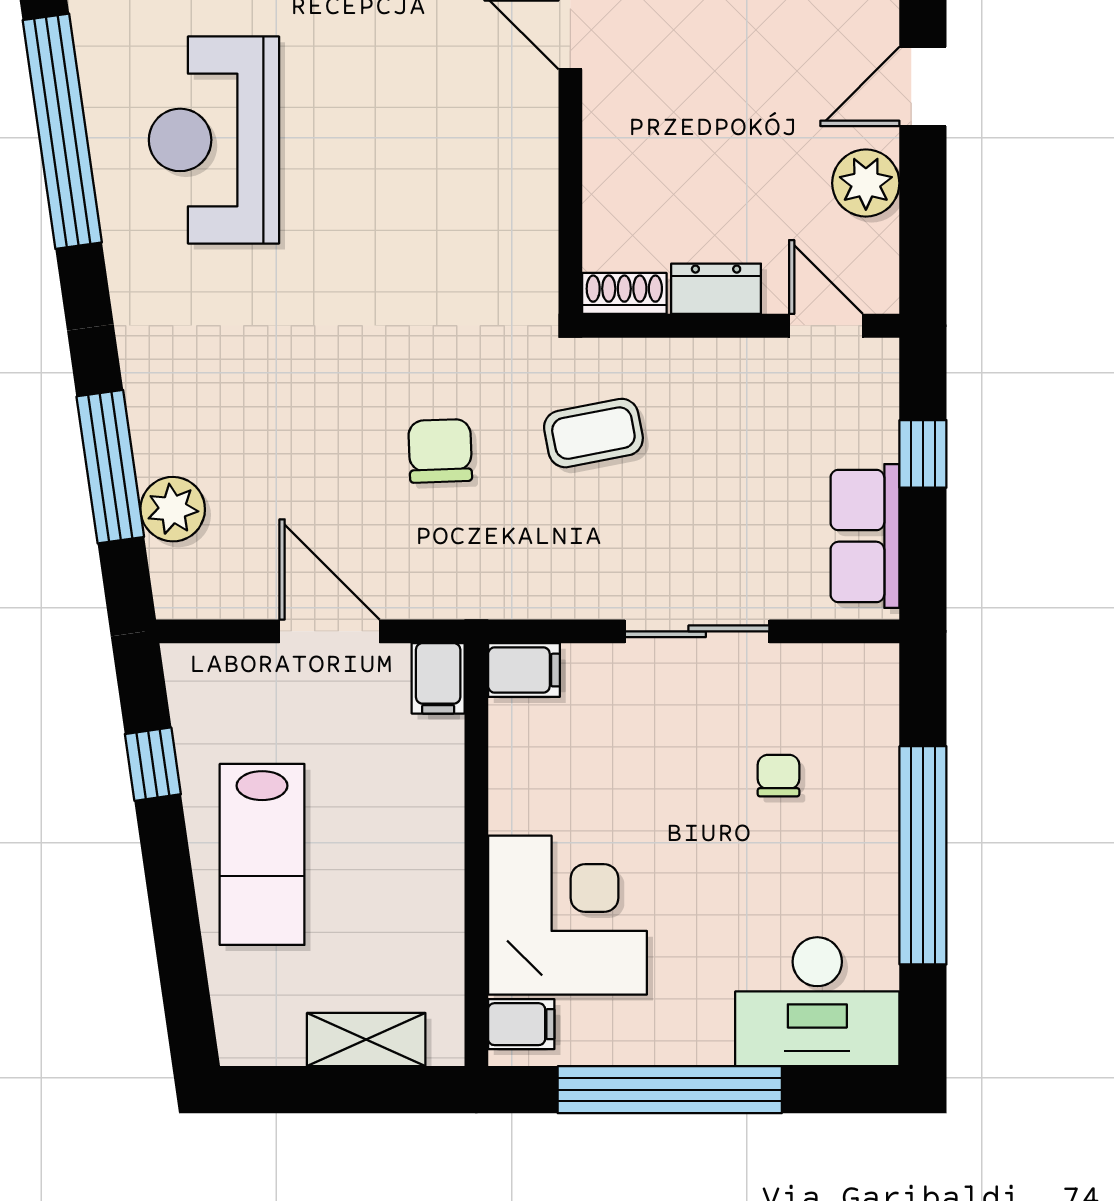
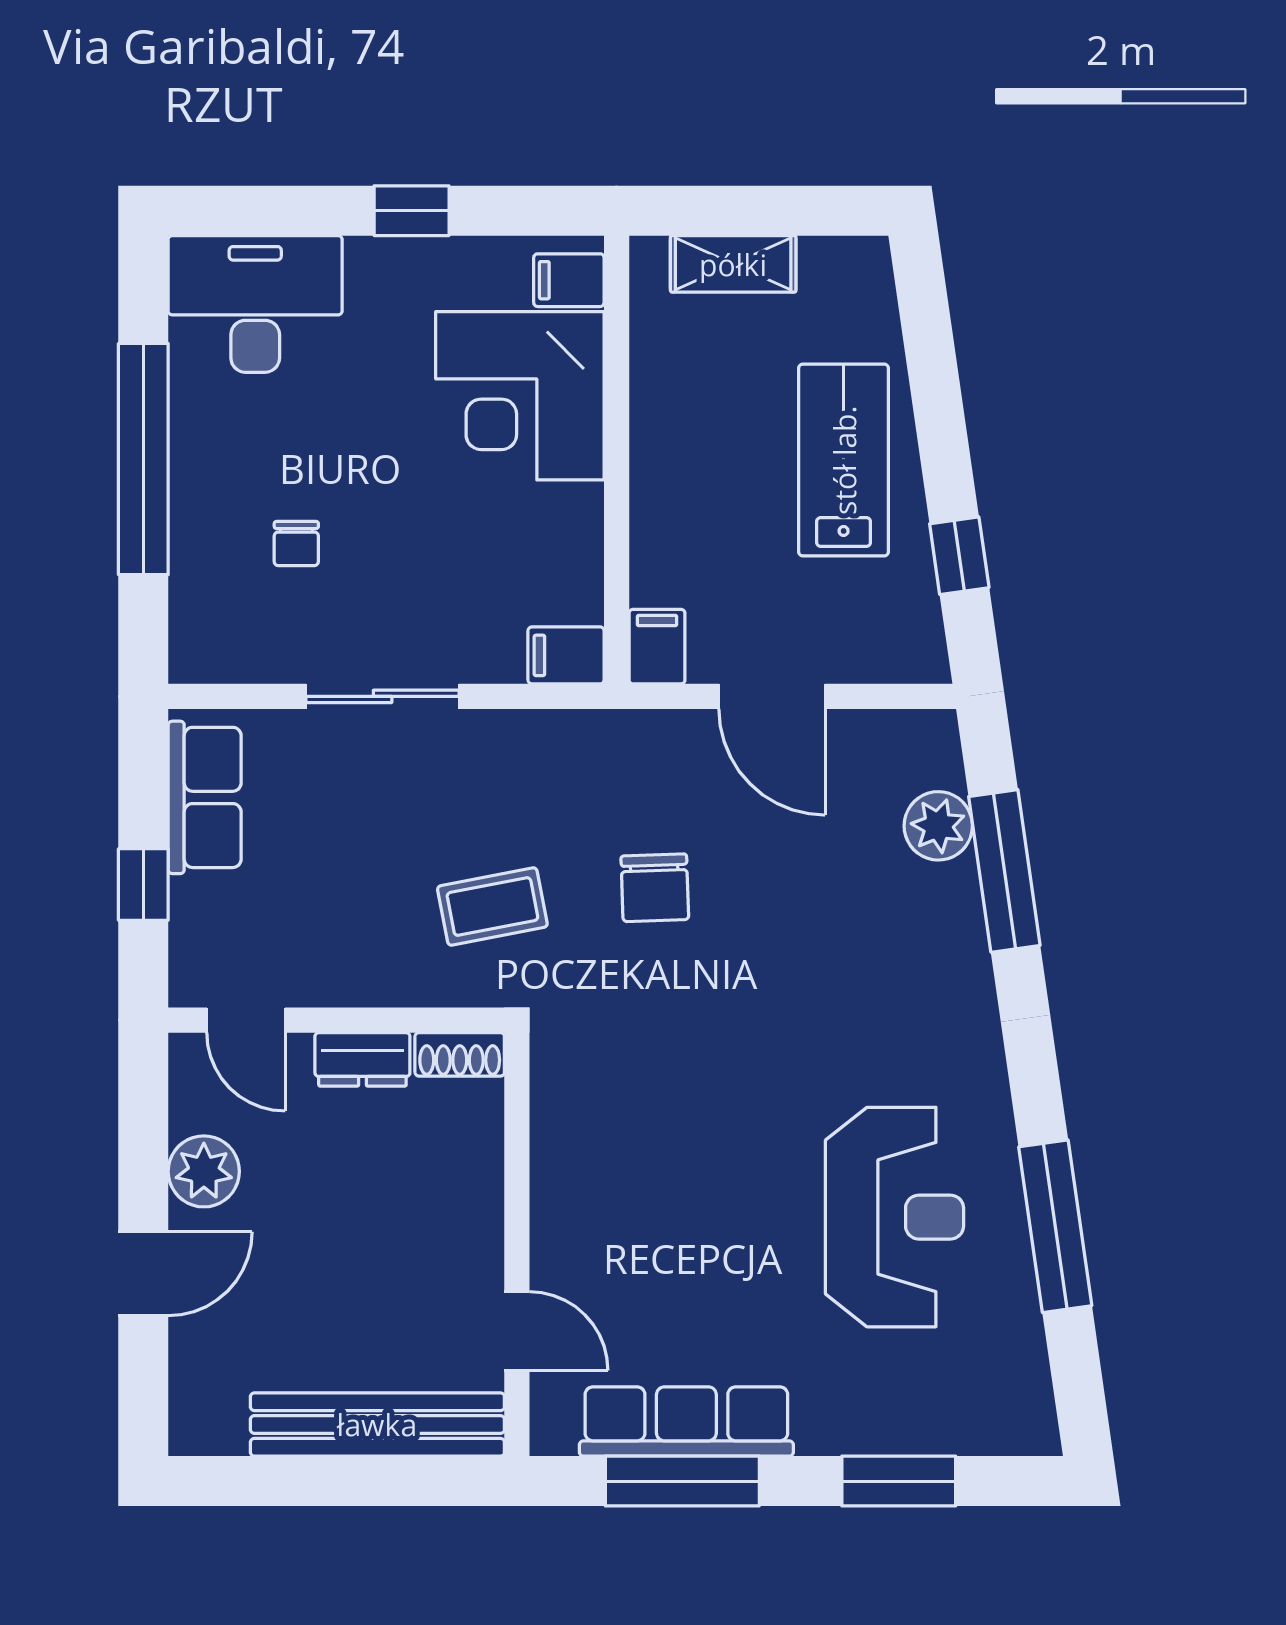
window: (62, 131) -> (1055, 1226), width x0.68
window: (670, 1090) -> (412, 211), width x0.32

